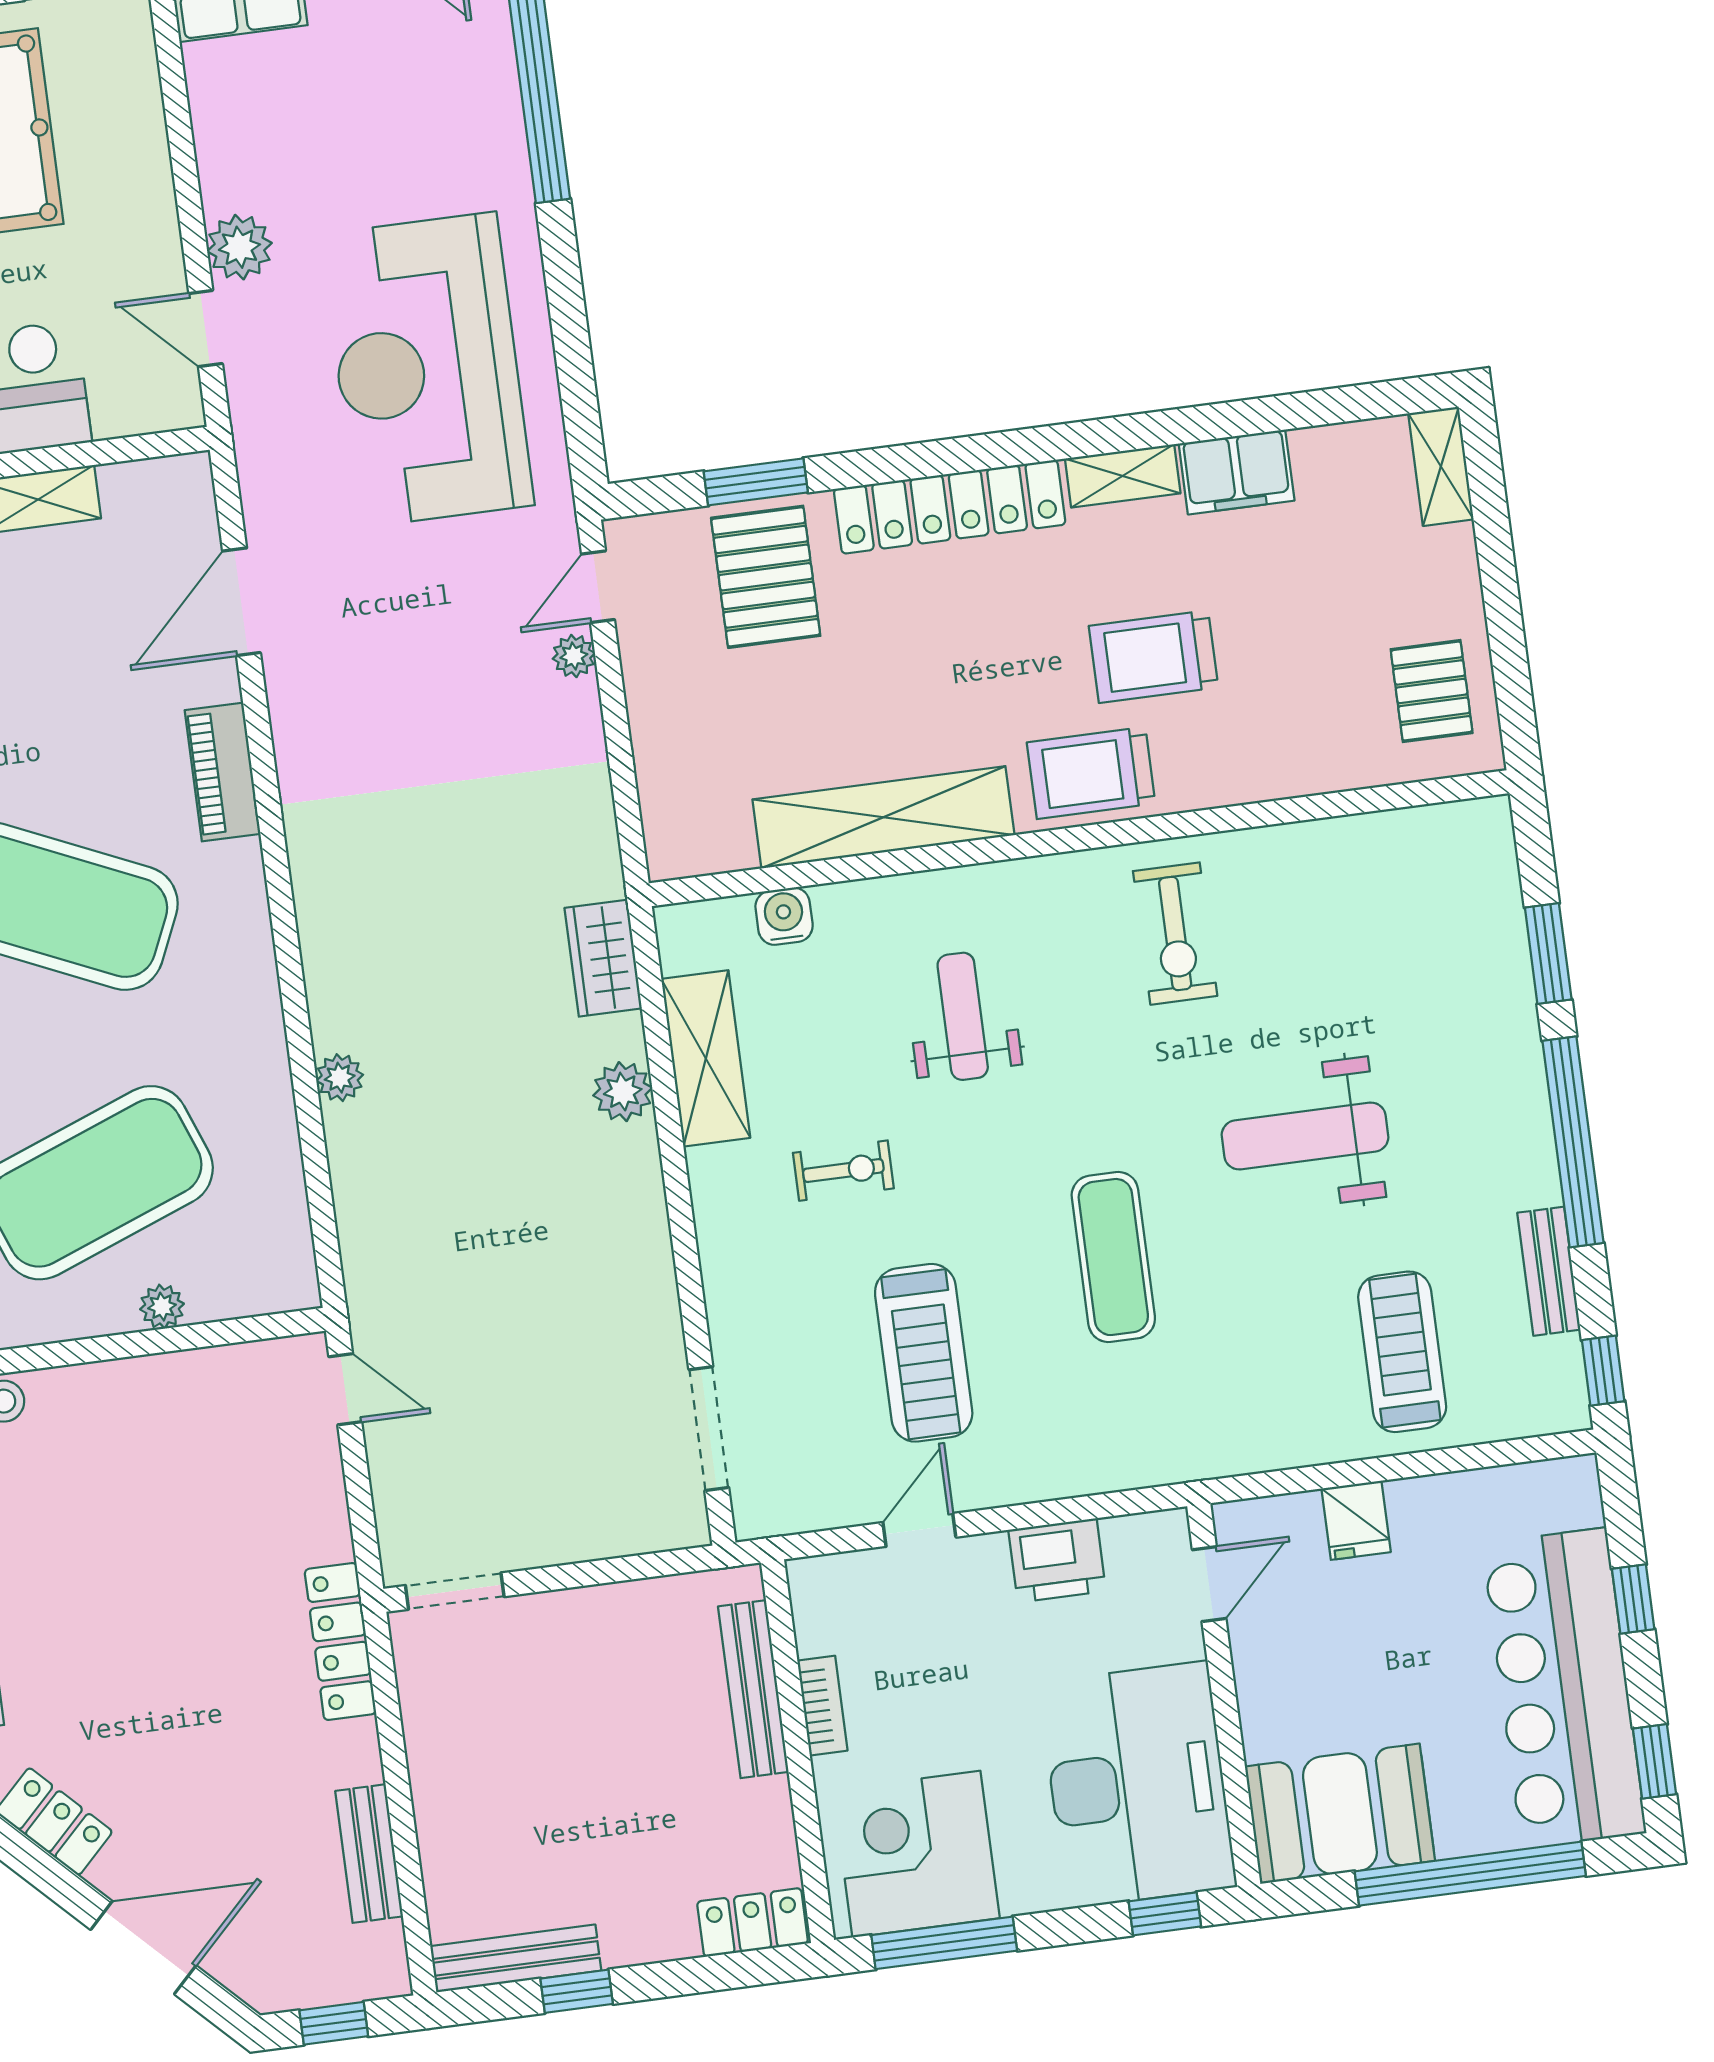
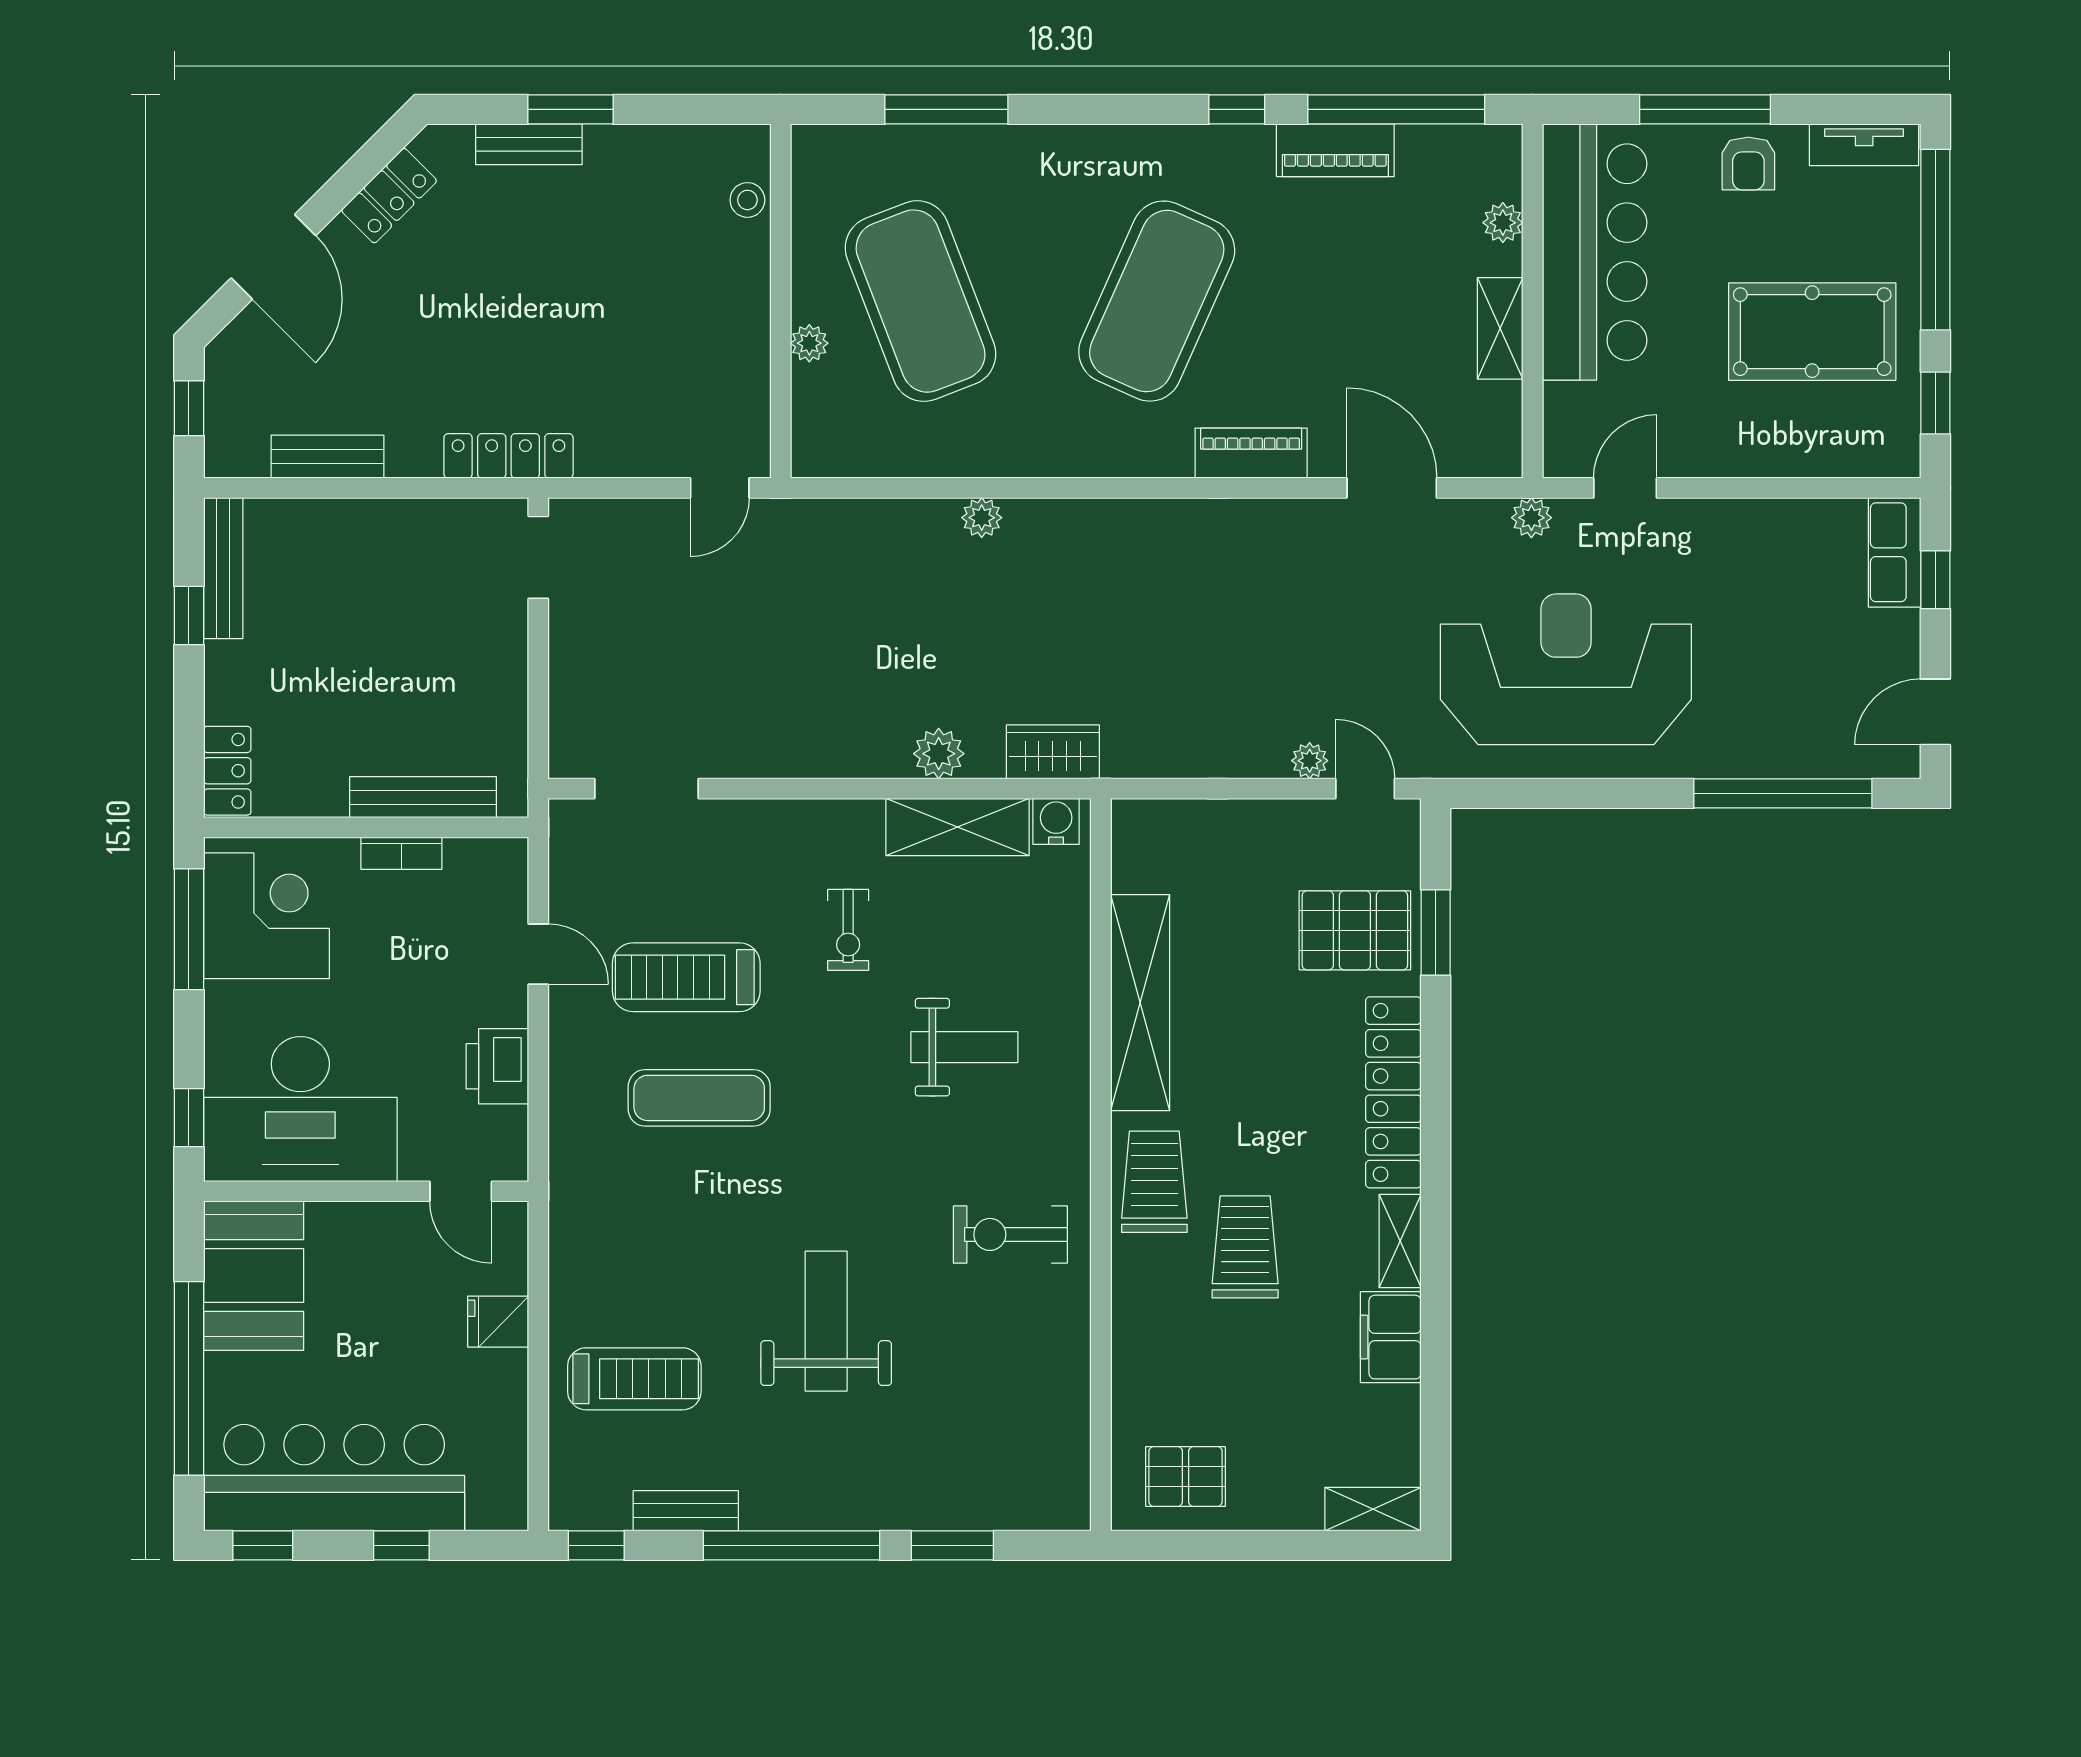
plant: (239, 247) -> (1531, 518), moved, width x0.73, depth x0.73
water cooler: (784, 916) -> (1056, 821), moved, turned -90
exercise mat: (1113, 1257) -> (699, 1098), moved

